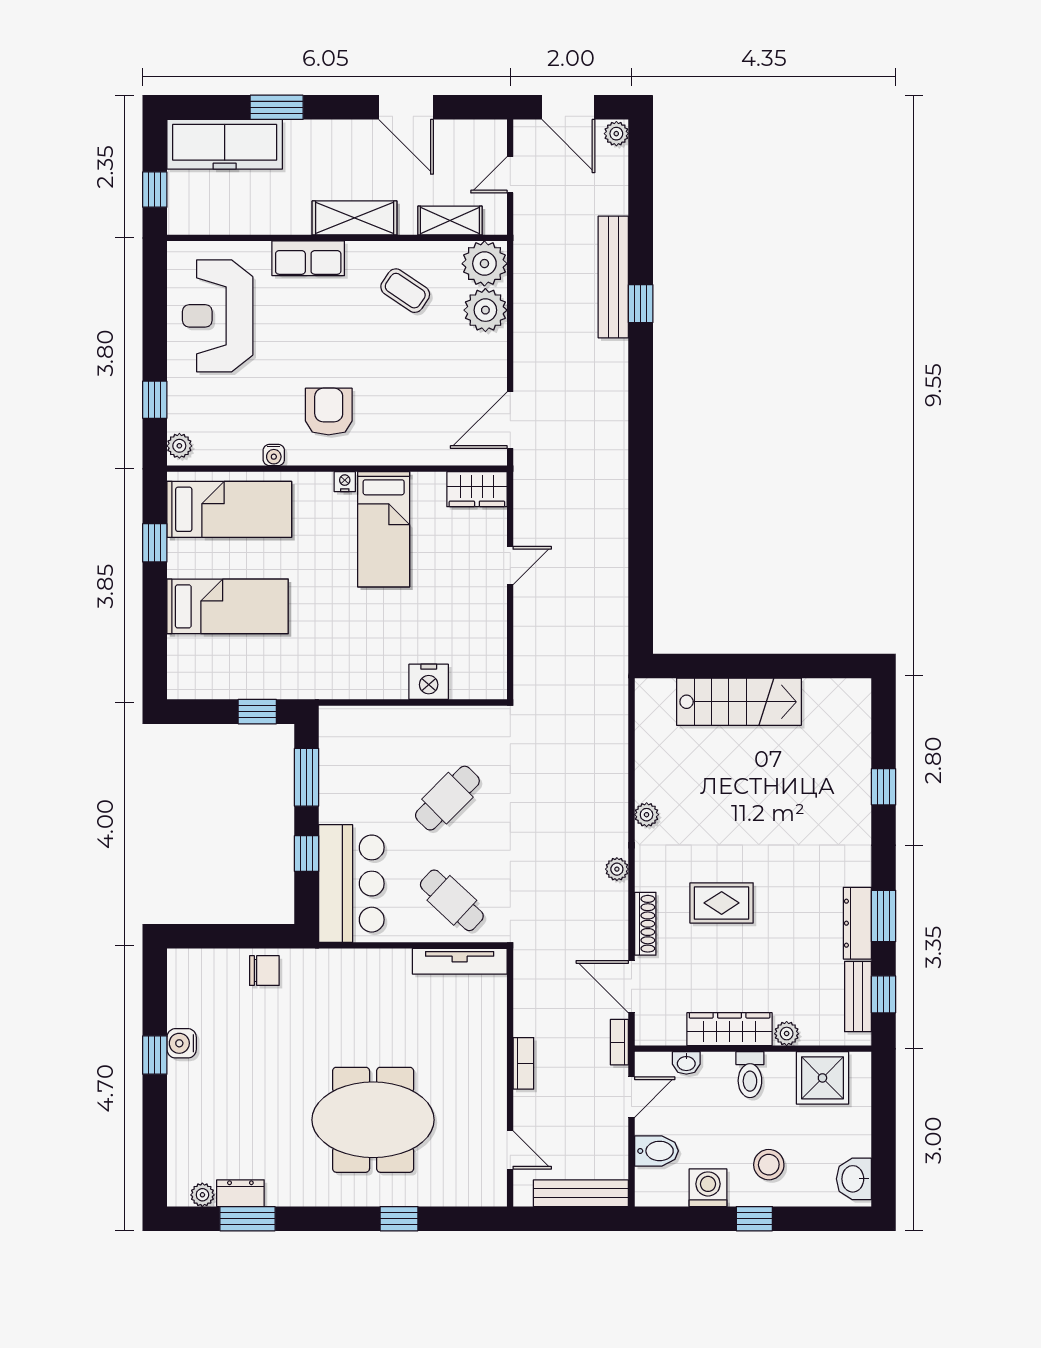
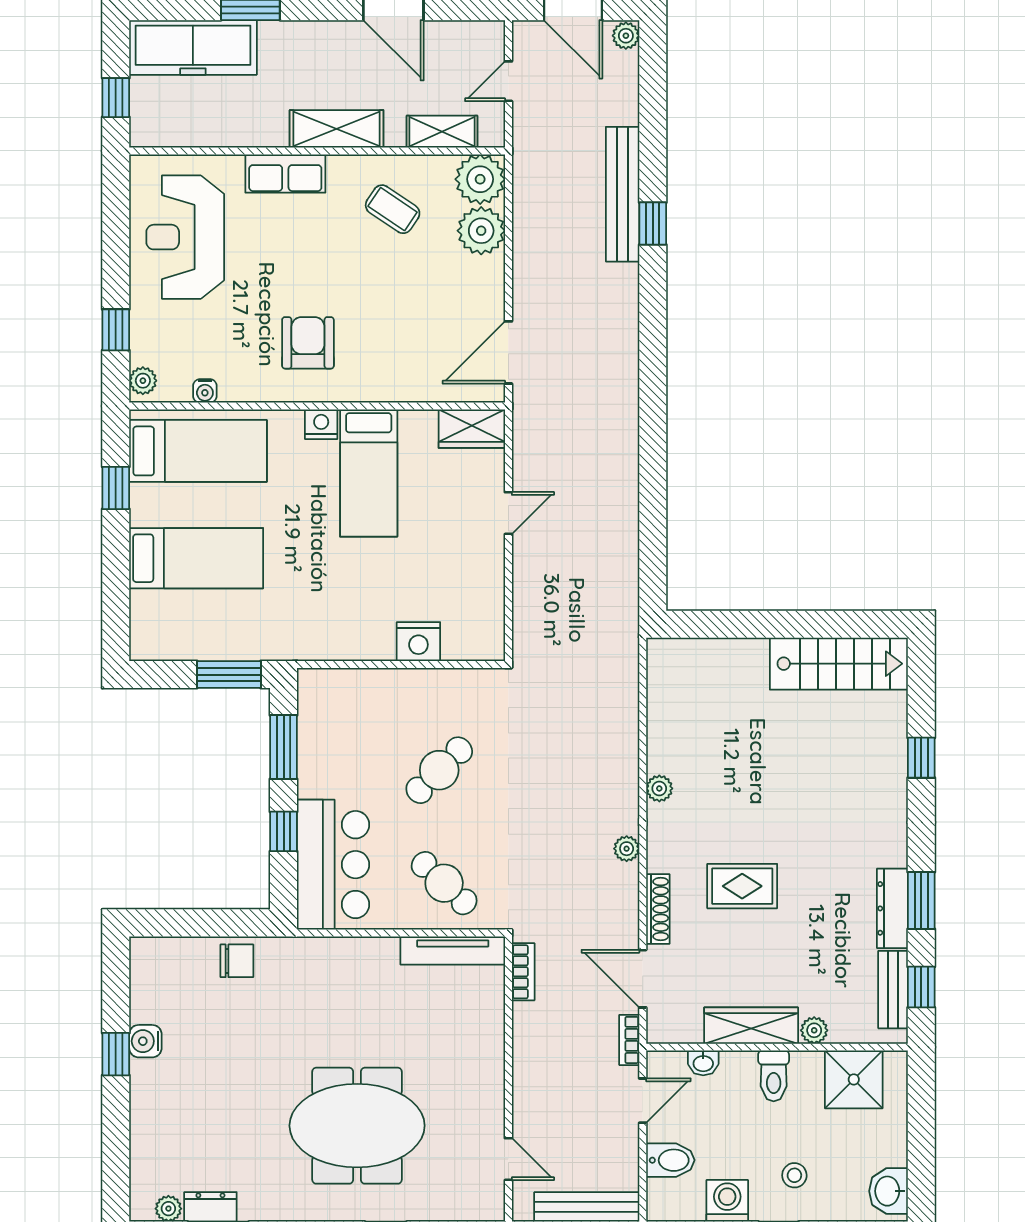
water cooler: (274, 455) -> (205, 391), moved
nightstand: (345, 482) -> (321, 424), width x1.39, depth x1.35
stairs: (739, 702) -> (839, 664), moved
window: (257, 712) -> (229, 675), width x1.50
bookcase: (523, 1063) -> (523, 972), moved
stool: (769, 1165) -> (794, 1175), width x0.73, depth x0.73

